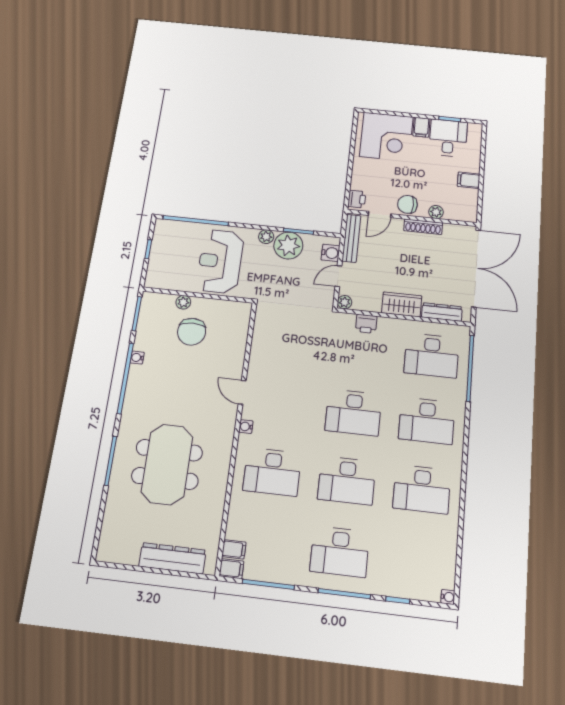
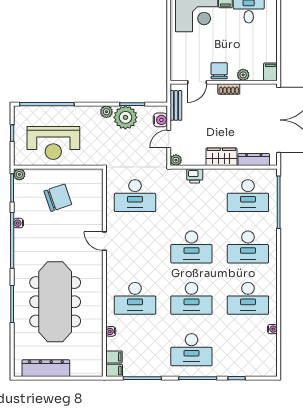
filing cabinet: (469, 180) -> (270, 72), moved, turned 90
printer: (357, 199) -> (177, 71), removed
chair: (407, 204) -> (219, 71), turned 90
shoe rack: (423, 227) -> (229, 89), width x0.70
bench: (351, 238) -> (176, 105), width x0.73
reception desk: (220, 261) -> (53, 143), moved, turned -90
plant: (183, 302) -> (19, 174), moved
chair: (192, 332) -> (58, 198), turned -109
desk: (288, 340) -> (135, 196), added
water cooler: (246, 427) -> (111, 331), moved
meeting table: (167, 464) -> (55, 302), width x1.36
dresser: (172, 558) -> (46, 368), moved
water cooler: (448, 597) -> (272, 329), moved

